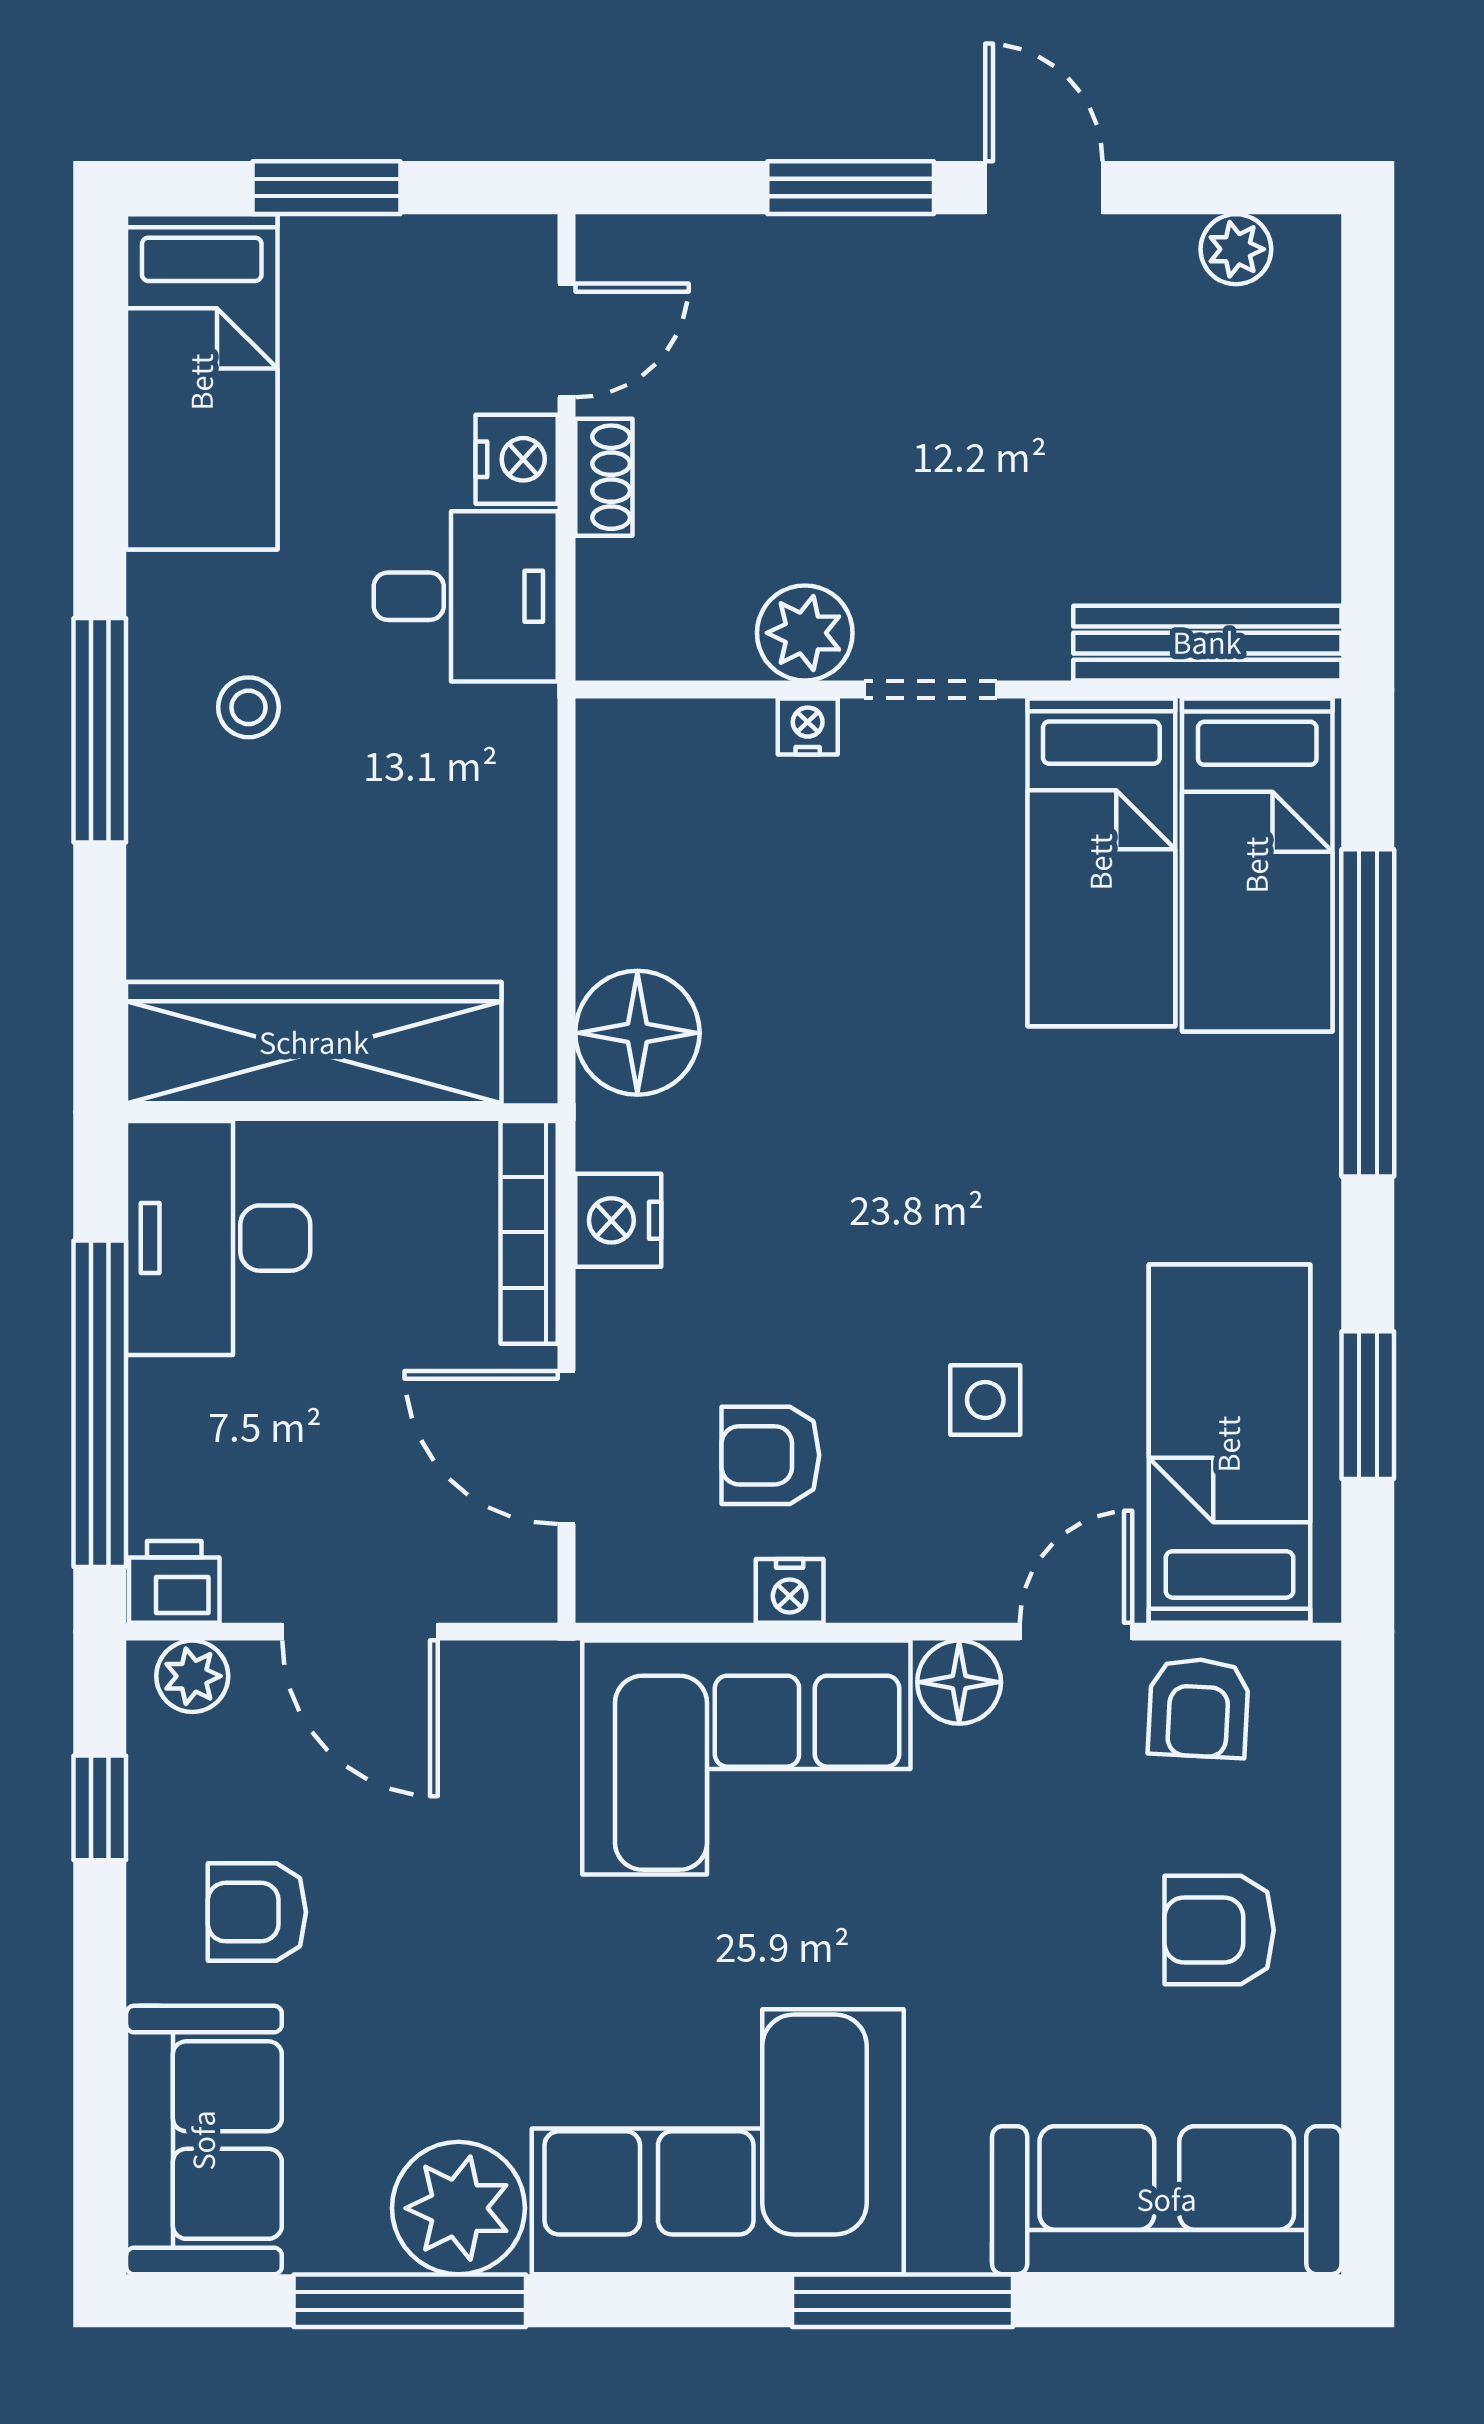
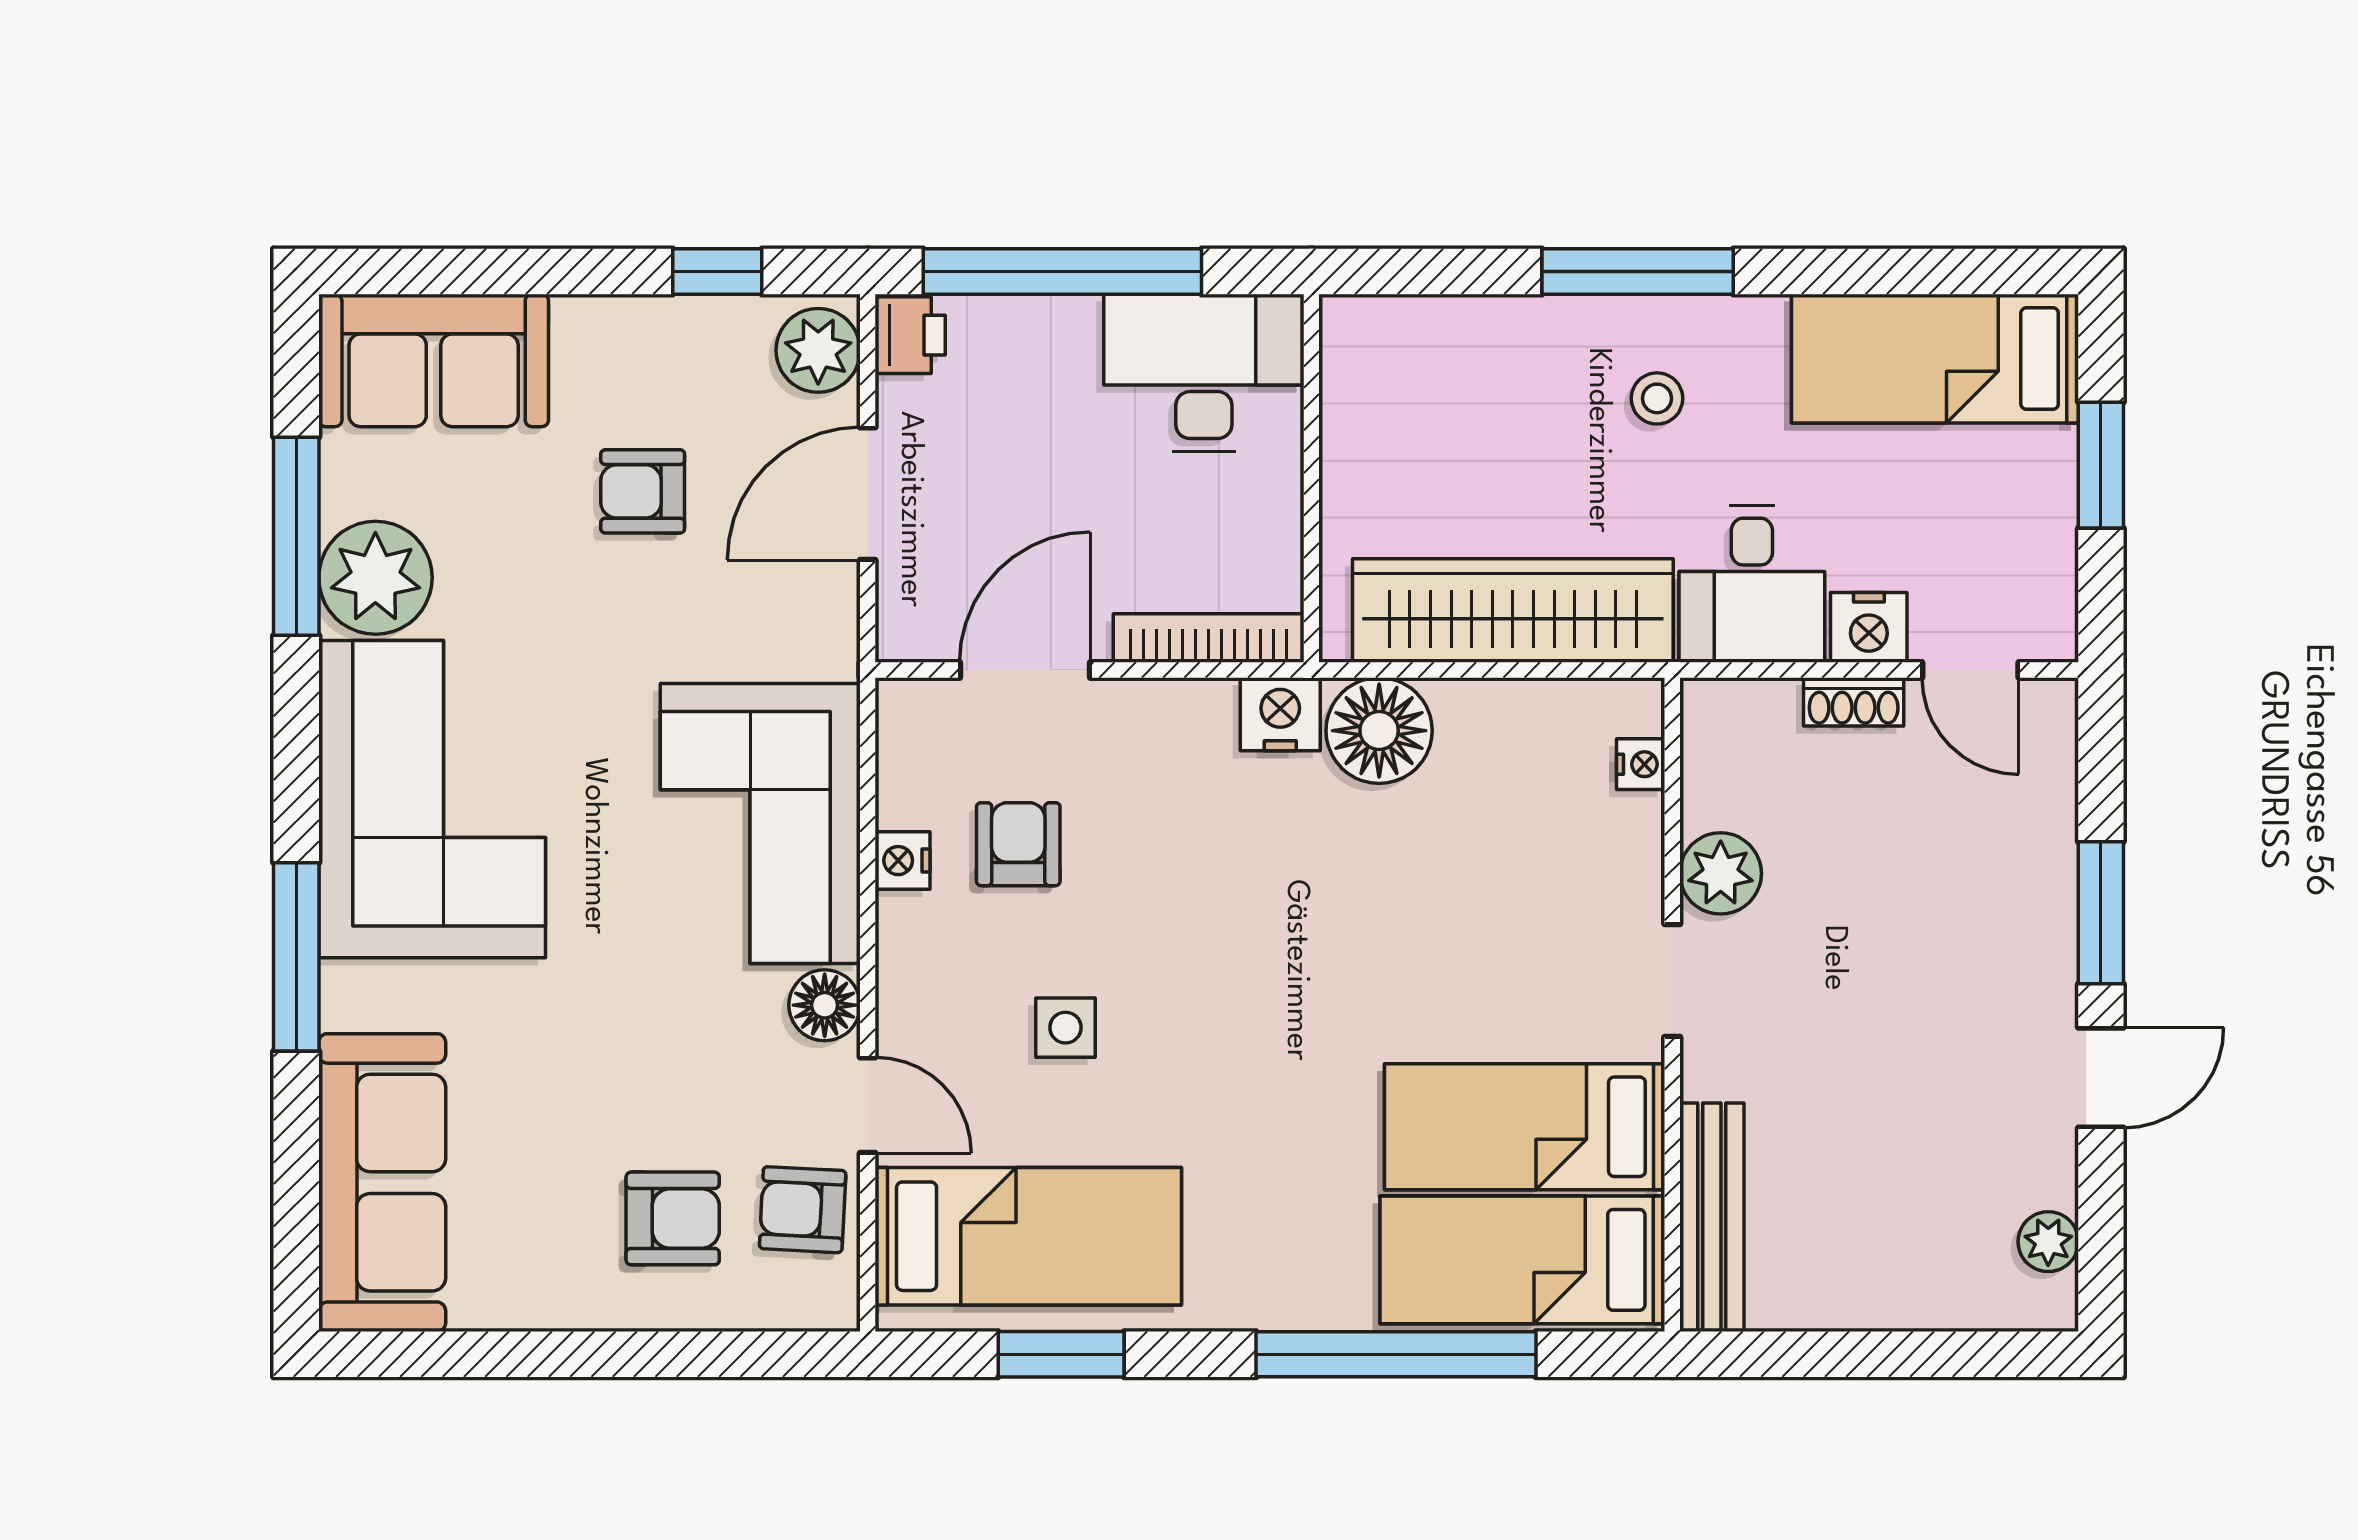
nightstand: (808, 727) -> (1641, 764), moved
wardrobe: (314, 1043) -> (1513, 611), moved, turned -90
nightstand: (618, 1220) -> (1280, 714), moved
plant: (192, 1676) -> (818, 350), width x1.38, depth x1.38
armchair: (257, 1912) -> (643, 491), moved, turned -90
armchair: (1219, 1930) -> (673, 1218), moved, turned 90

